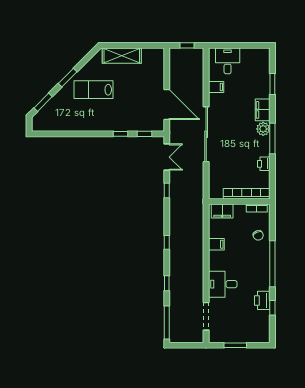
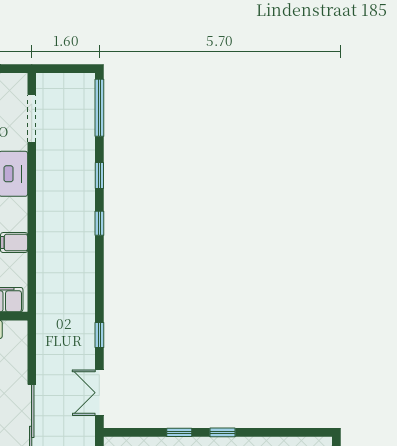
window: (144, 134) -> (223, 432), moved
window: (167, 242) -> (99, 223), moved

